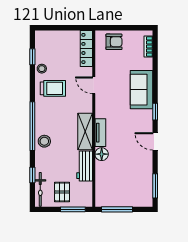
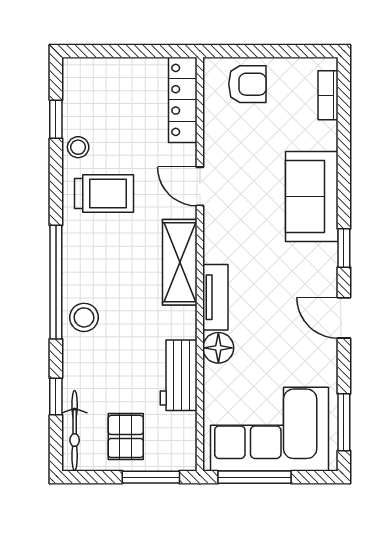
shelving: (85, 132) -> (180, 262), moved
corner sofa: (123, 189) -> (270, 429), added

